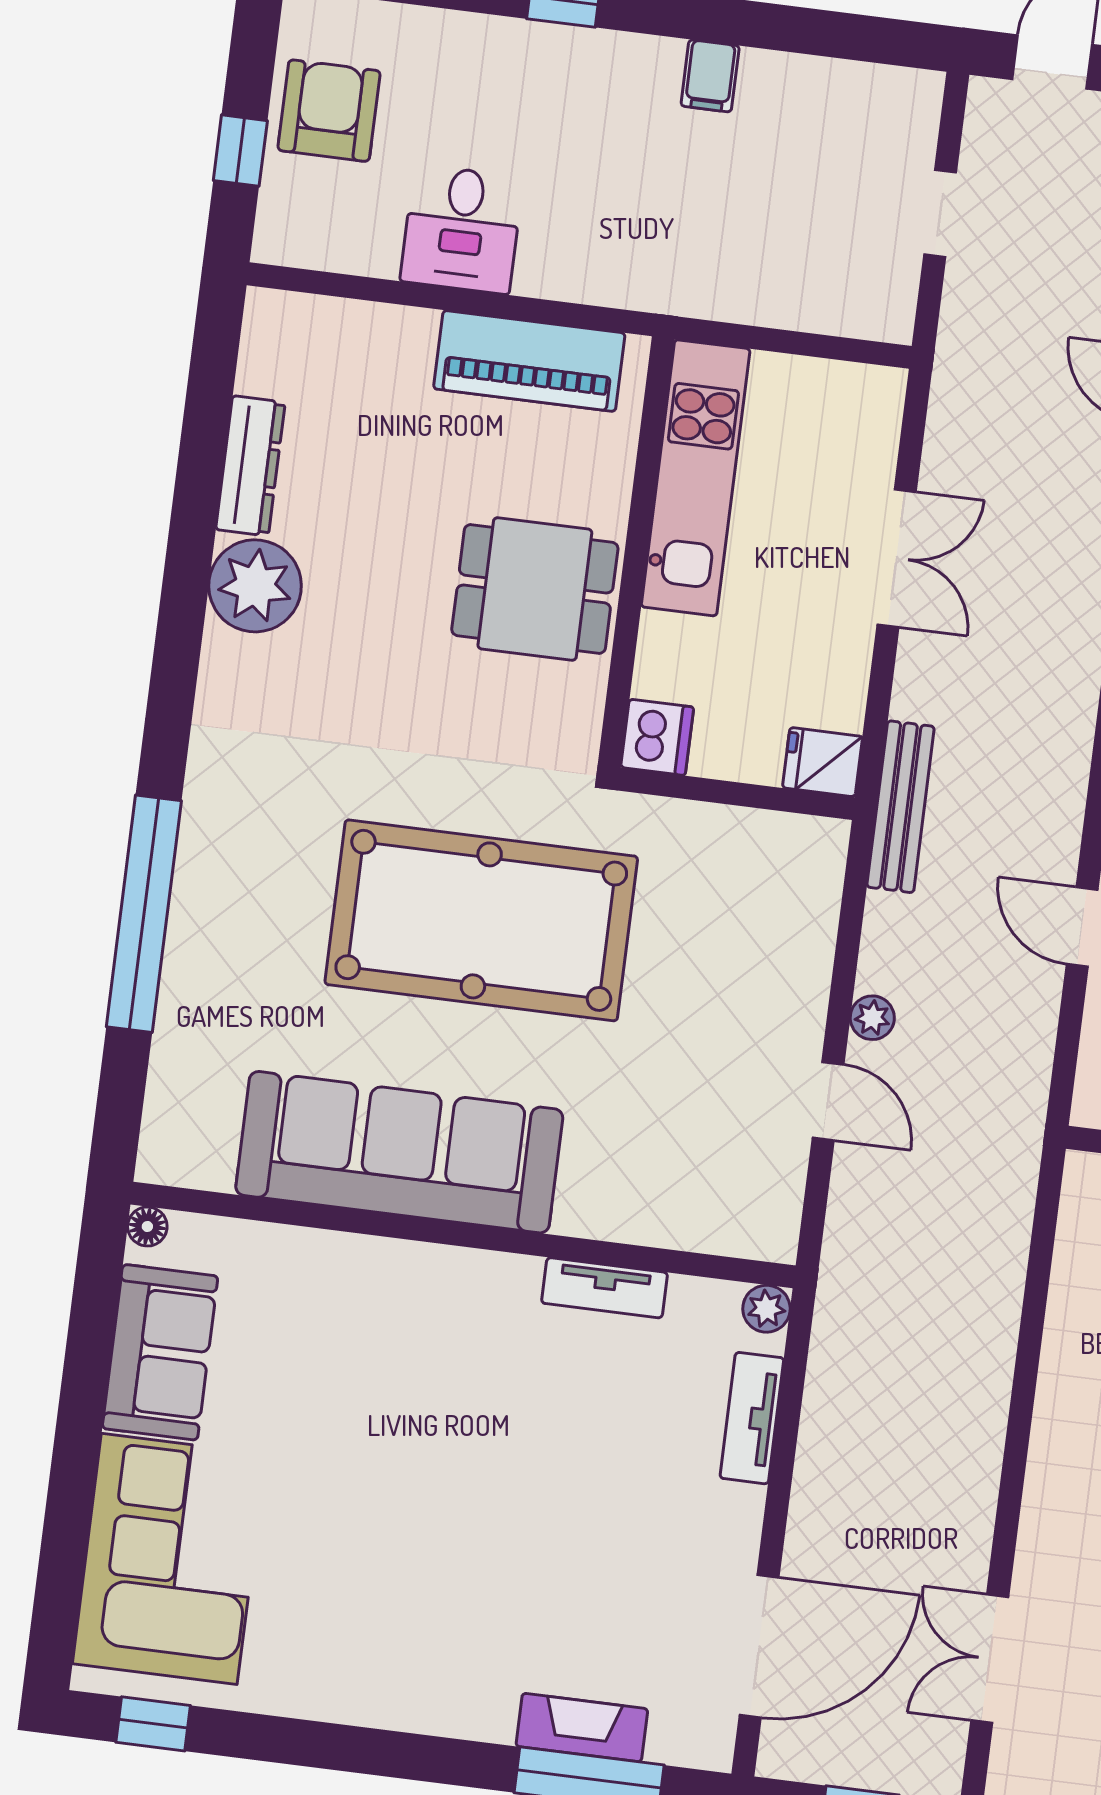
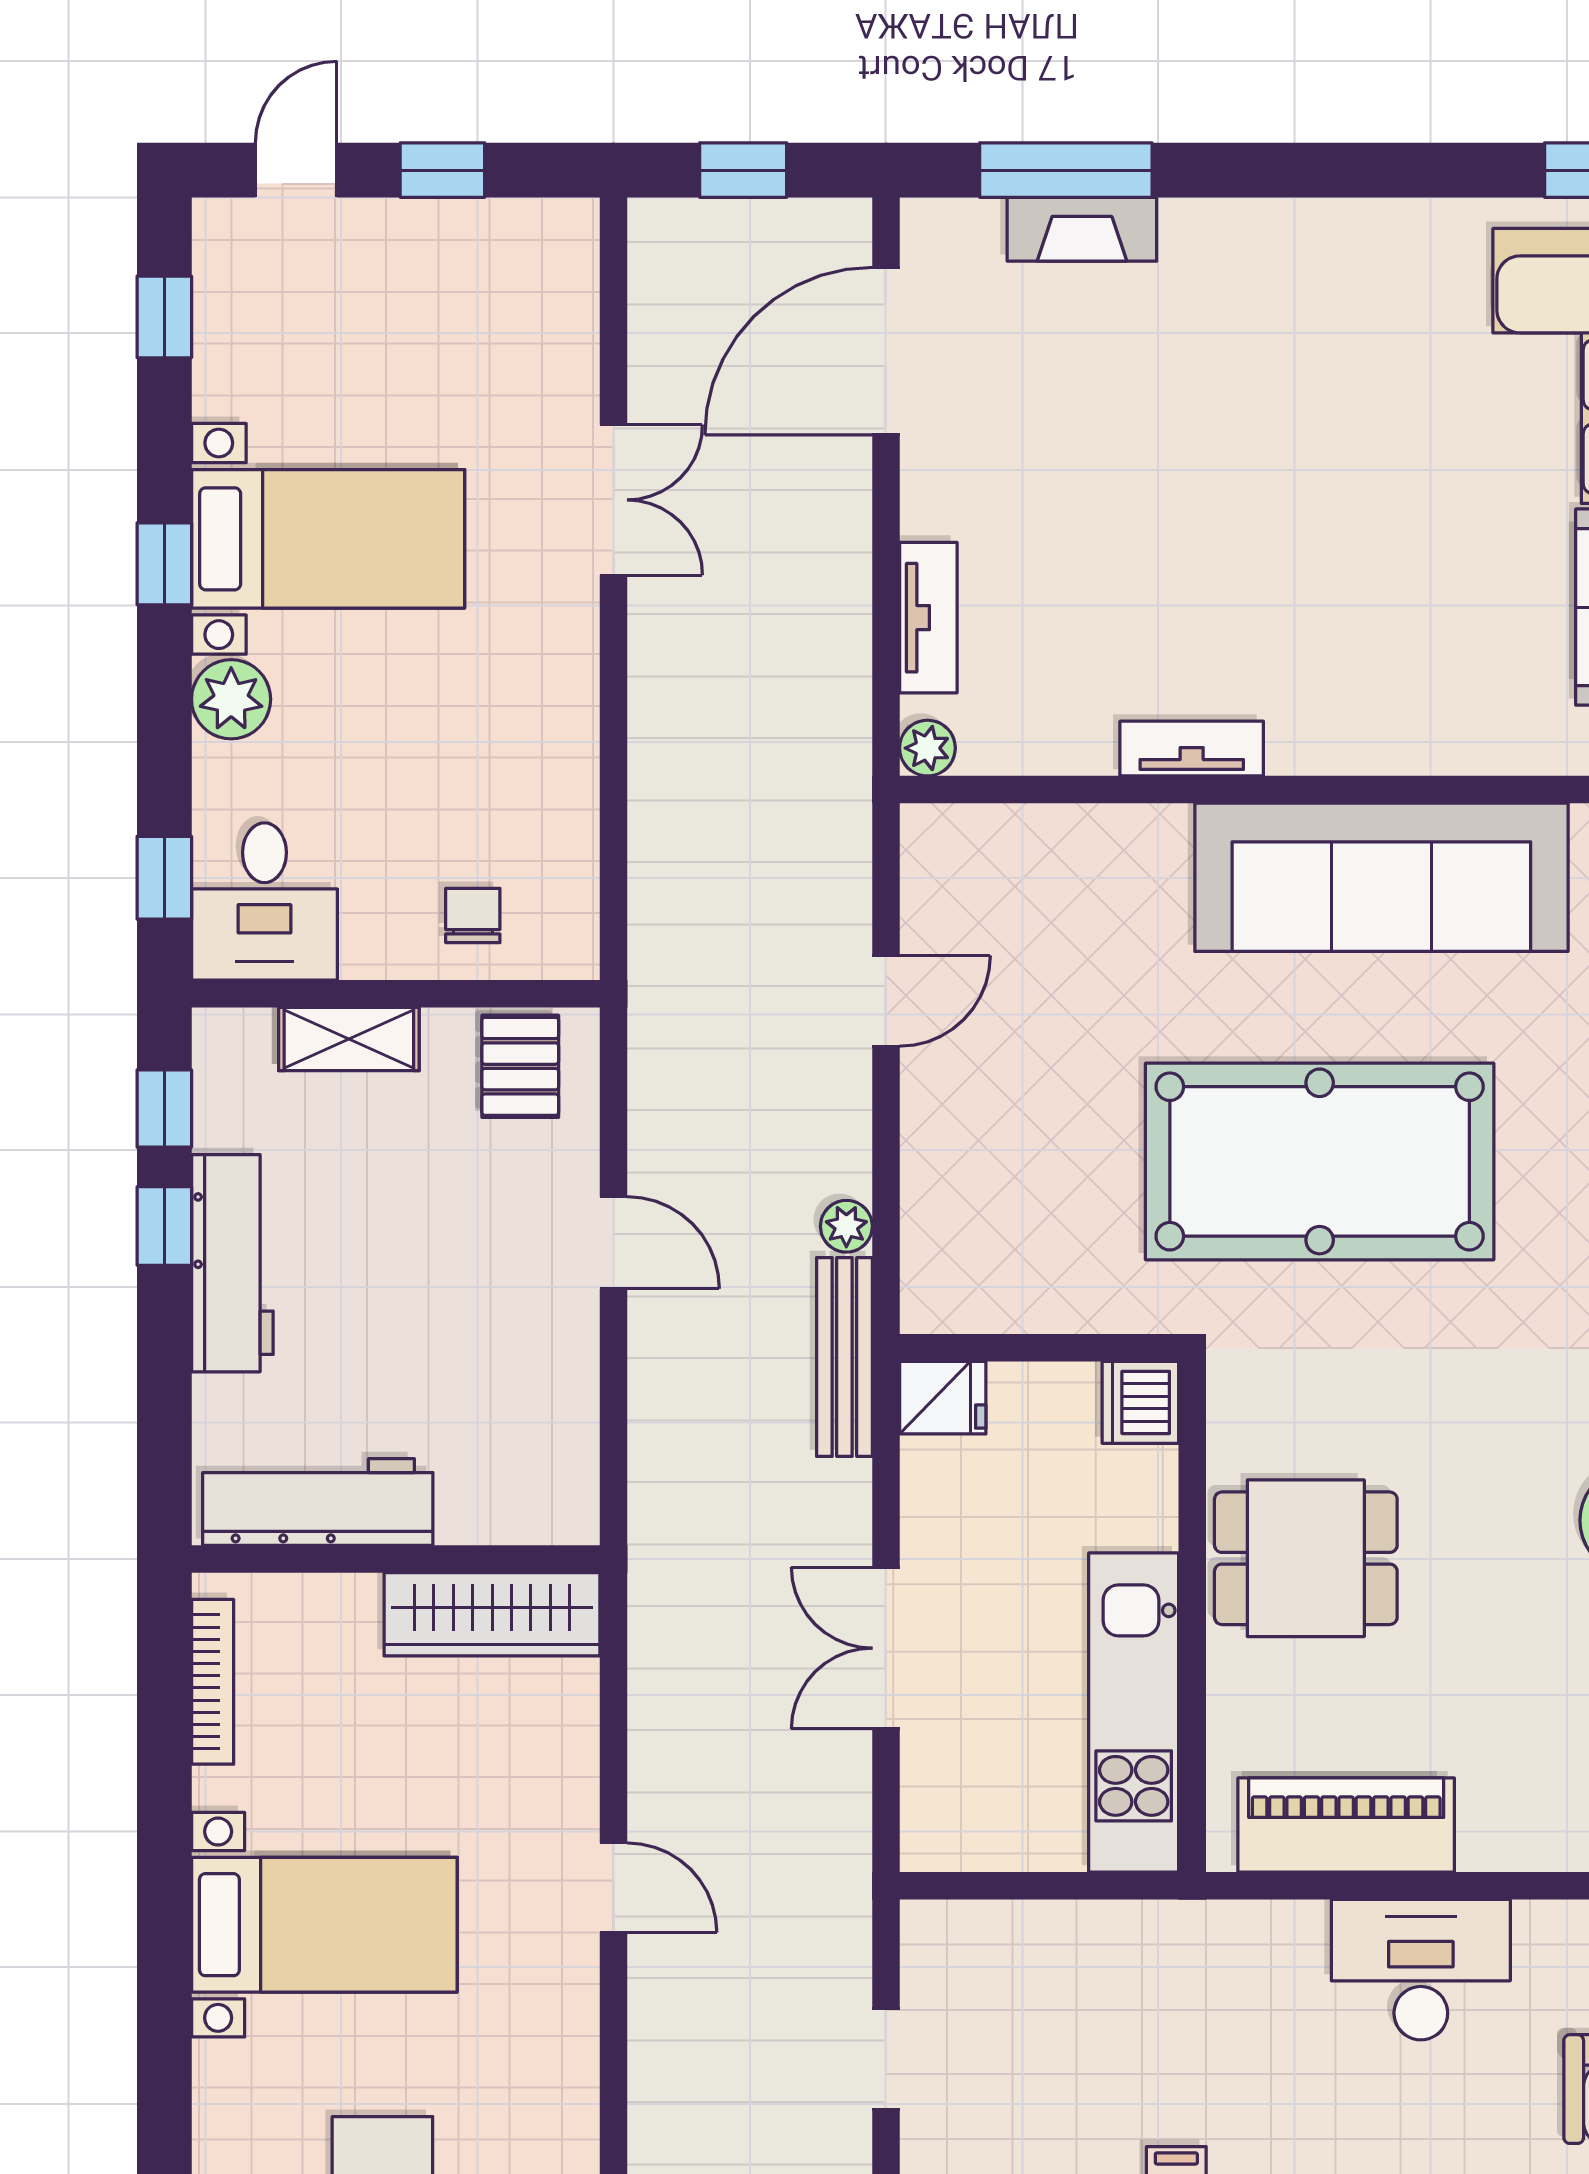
desk: (462, 229) -> (1421, 1970), width x1.37
plant: (872, 1018) -> (846, 1226), moved
door: (828, 1101) -> (886, 1001), swing flipped
tv unit: (605, 1288) -> (1192, 749), moved
double door: (990, 1659) -> (614, 500), moved

